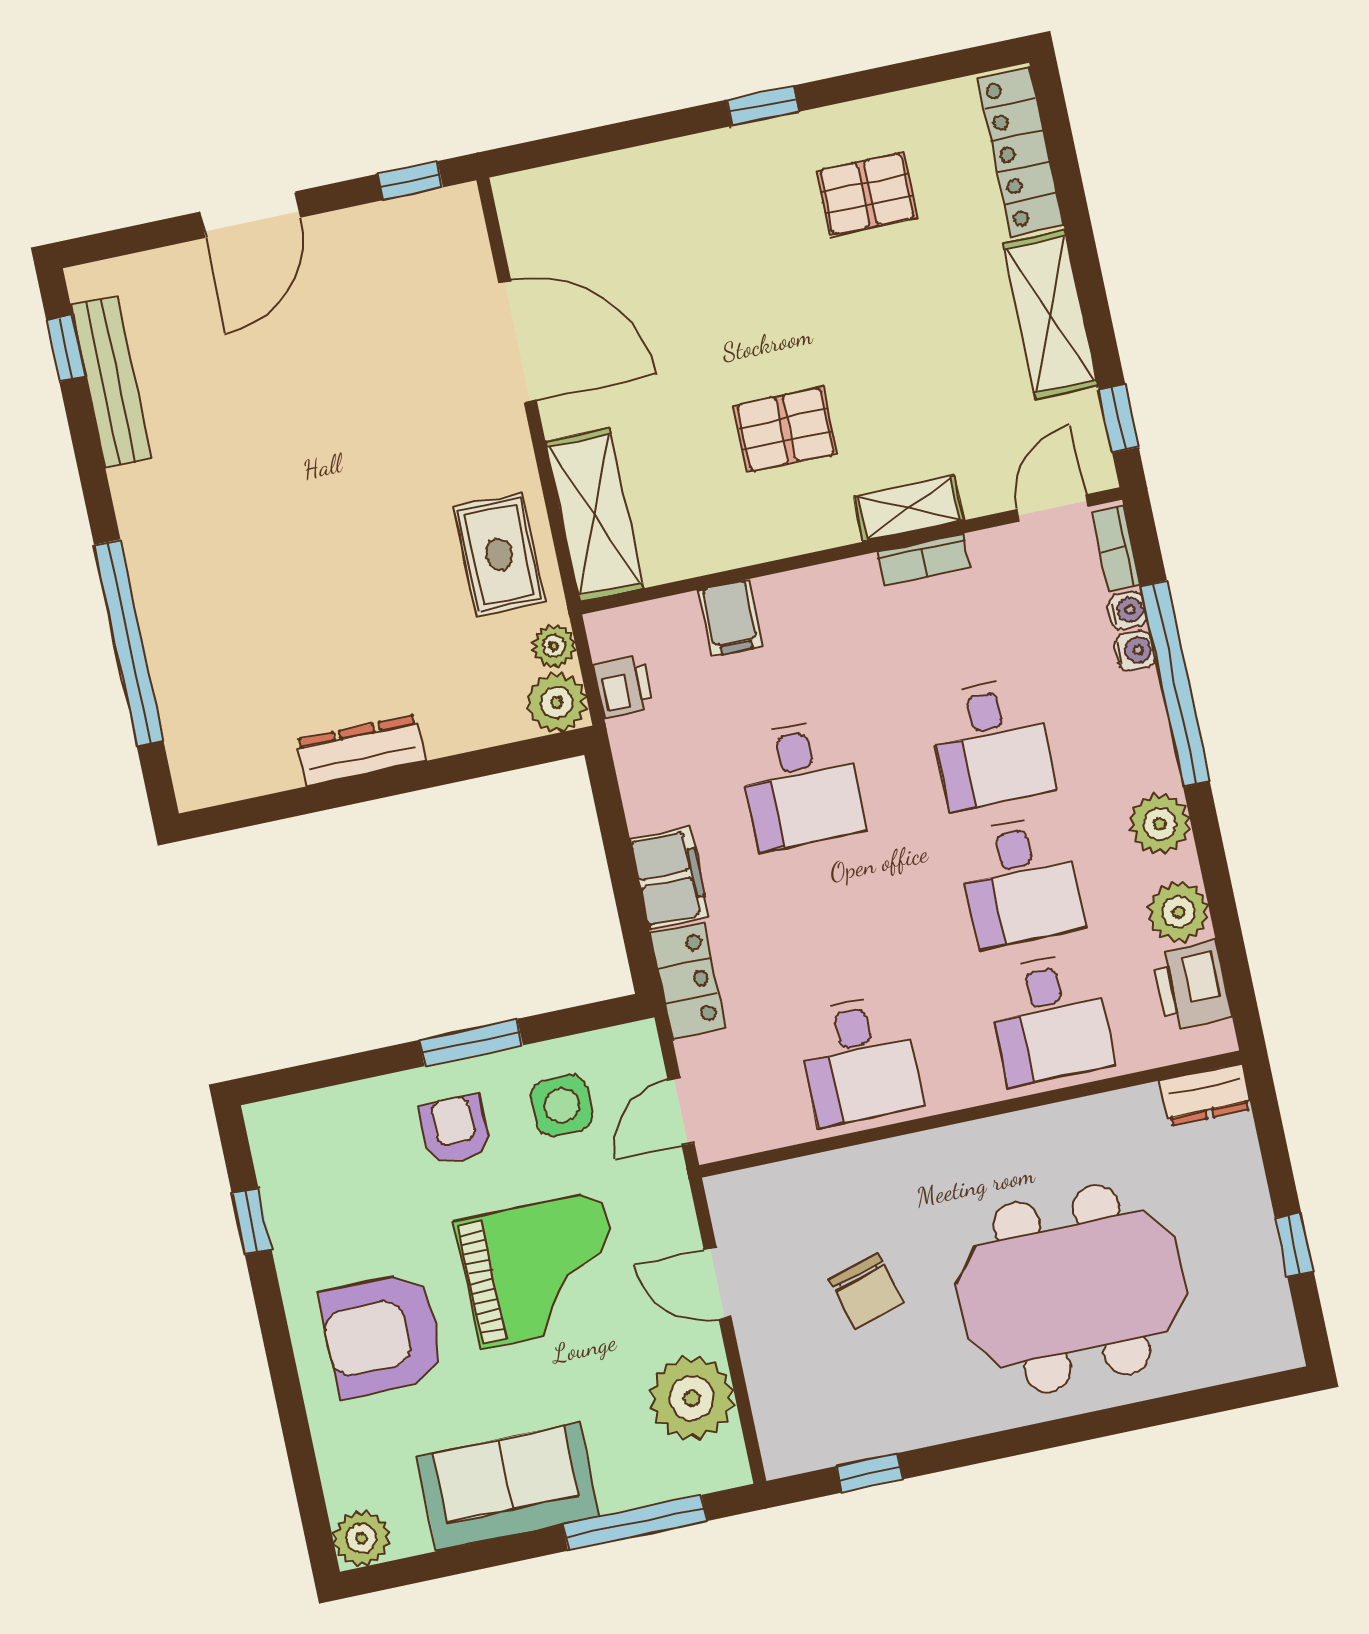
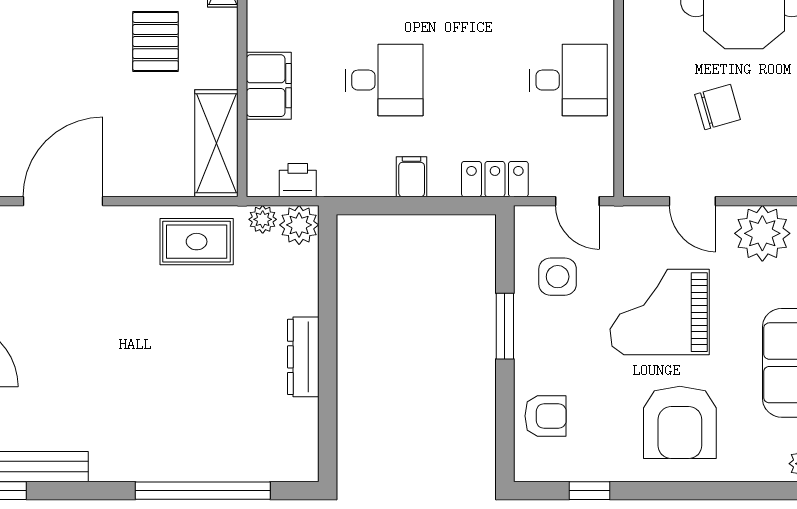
shelving: (594, 515) -> (216, 143), moved, turned 90
filing cabinet: (730, 618) -> (269, 86), width x2.00
filing cabinet: (670, 878) -> (412, 177), width x0.50
armchair: (455, 1130) -> (545, 416), moved, turned 180
grand piano: (541, 1269) -> (660, 312), turned -90
door: (718, 1283) -> (692, 201), hinge flipped

